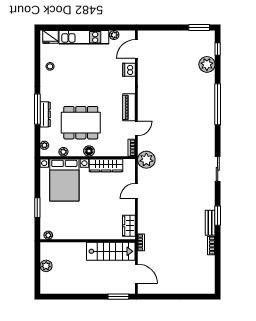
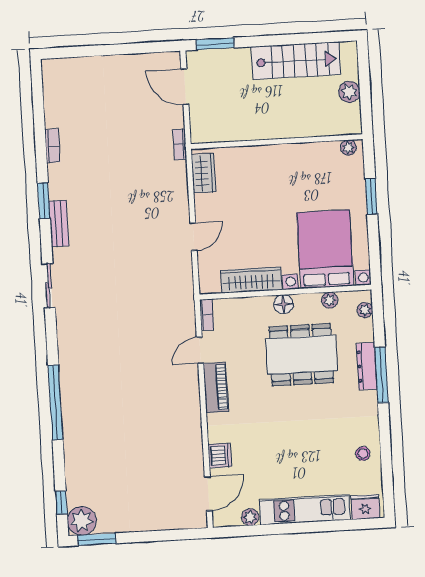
plant: (207, 64) -> (82, 521), moved
plant: (146, 160) -> (179, 295), removed
bench: (210, 223) -> (59, 223), moved
stairs: (111, 251) -> (296, 61), moved, turned 180

